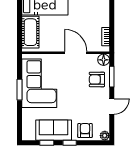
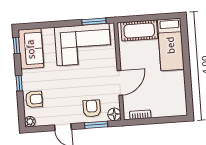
window: (19, 90) -> (94, 22), moved
sofa: (54, 130) -> (31, 49), moved
window: (47, 143) -> (16, 46), moved

